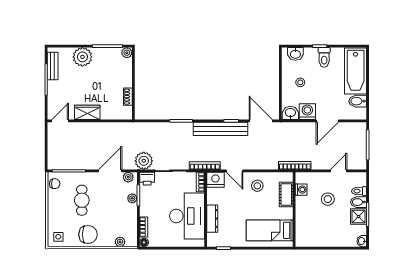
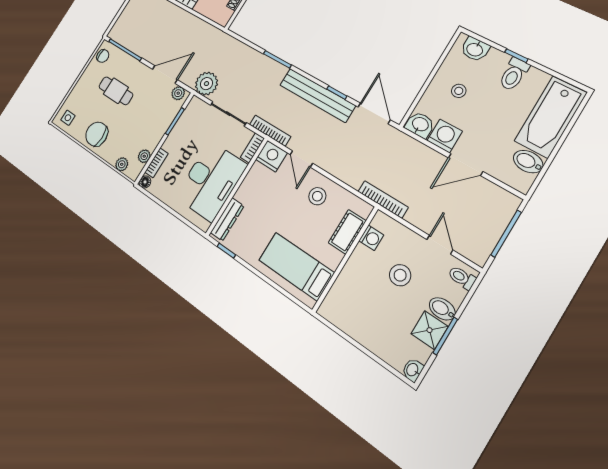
door: (339, 171) -> (440, 245), hinge flipped
printer: (147, 179) -> (197, 107), removed
toilet: (359, 191) -> (462, 278), moved
plant: (132, 198) -> (144, 156), moved
cafe table: (82, 200) -> (116, 91), turned 90
dresser: (212, 219) -> (227, 219), moved
chair: (88, 234) -> (97, 134), turned 180

